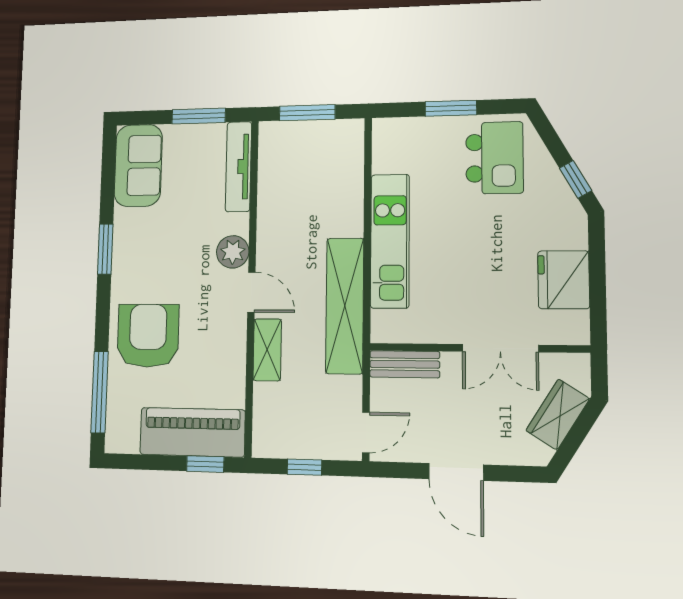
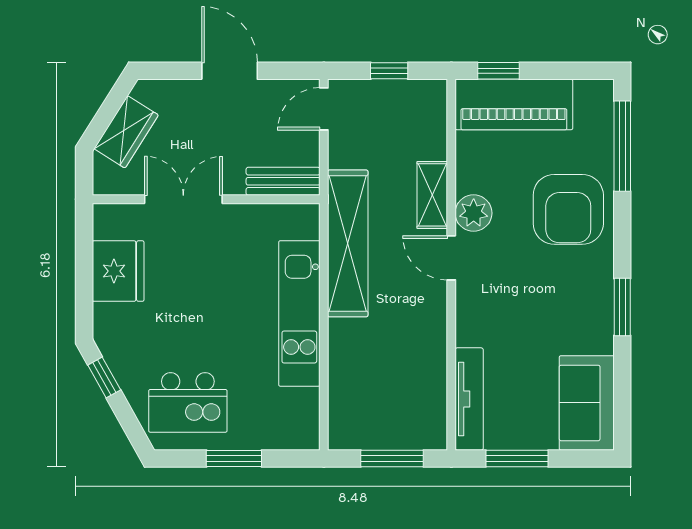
kitchen island: (494, 158) -> (188, 402), turned -90
plant: (233, 252) -> (474, 213), moved

